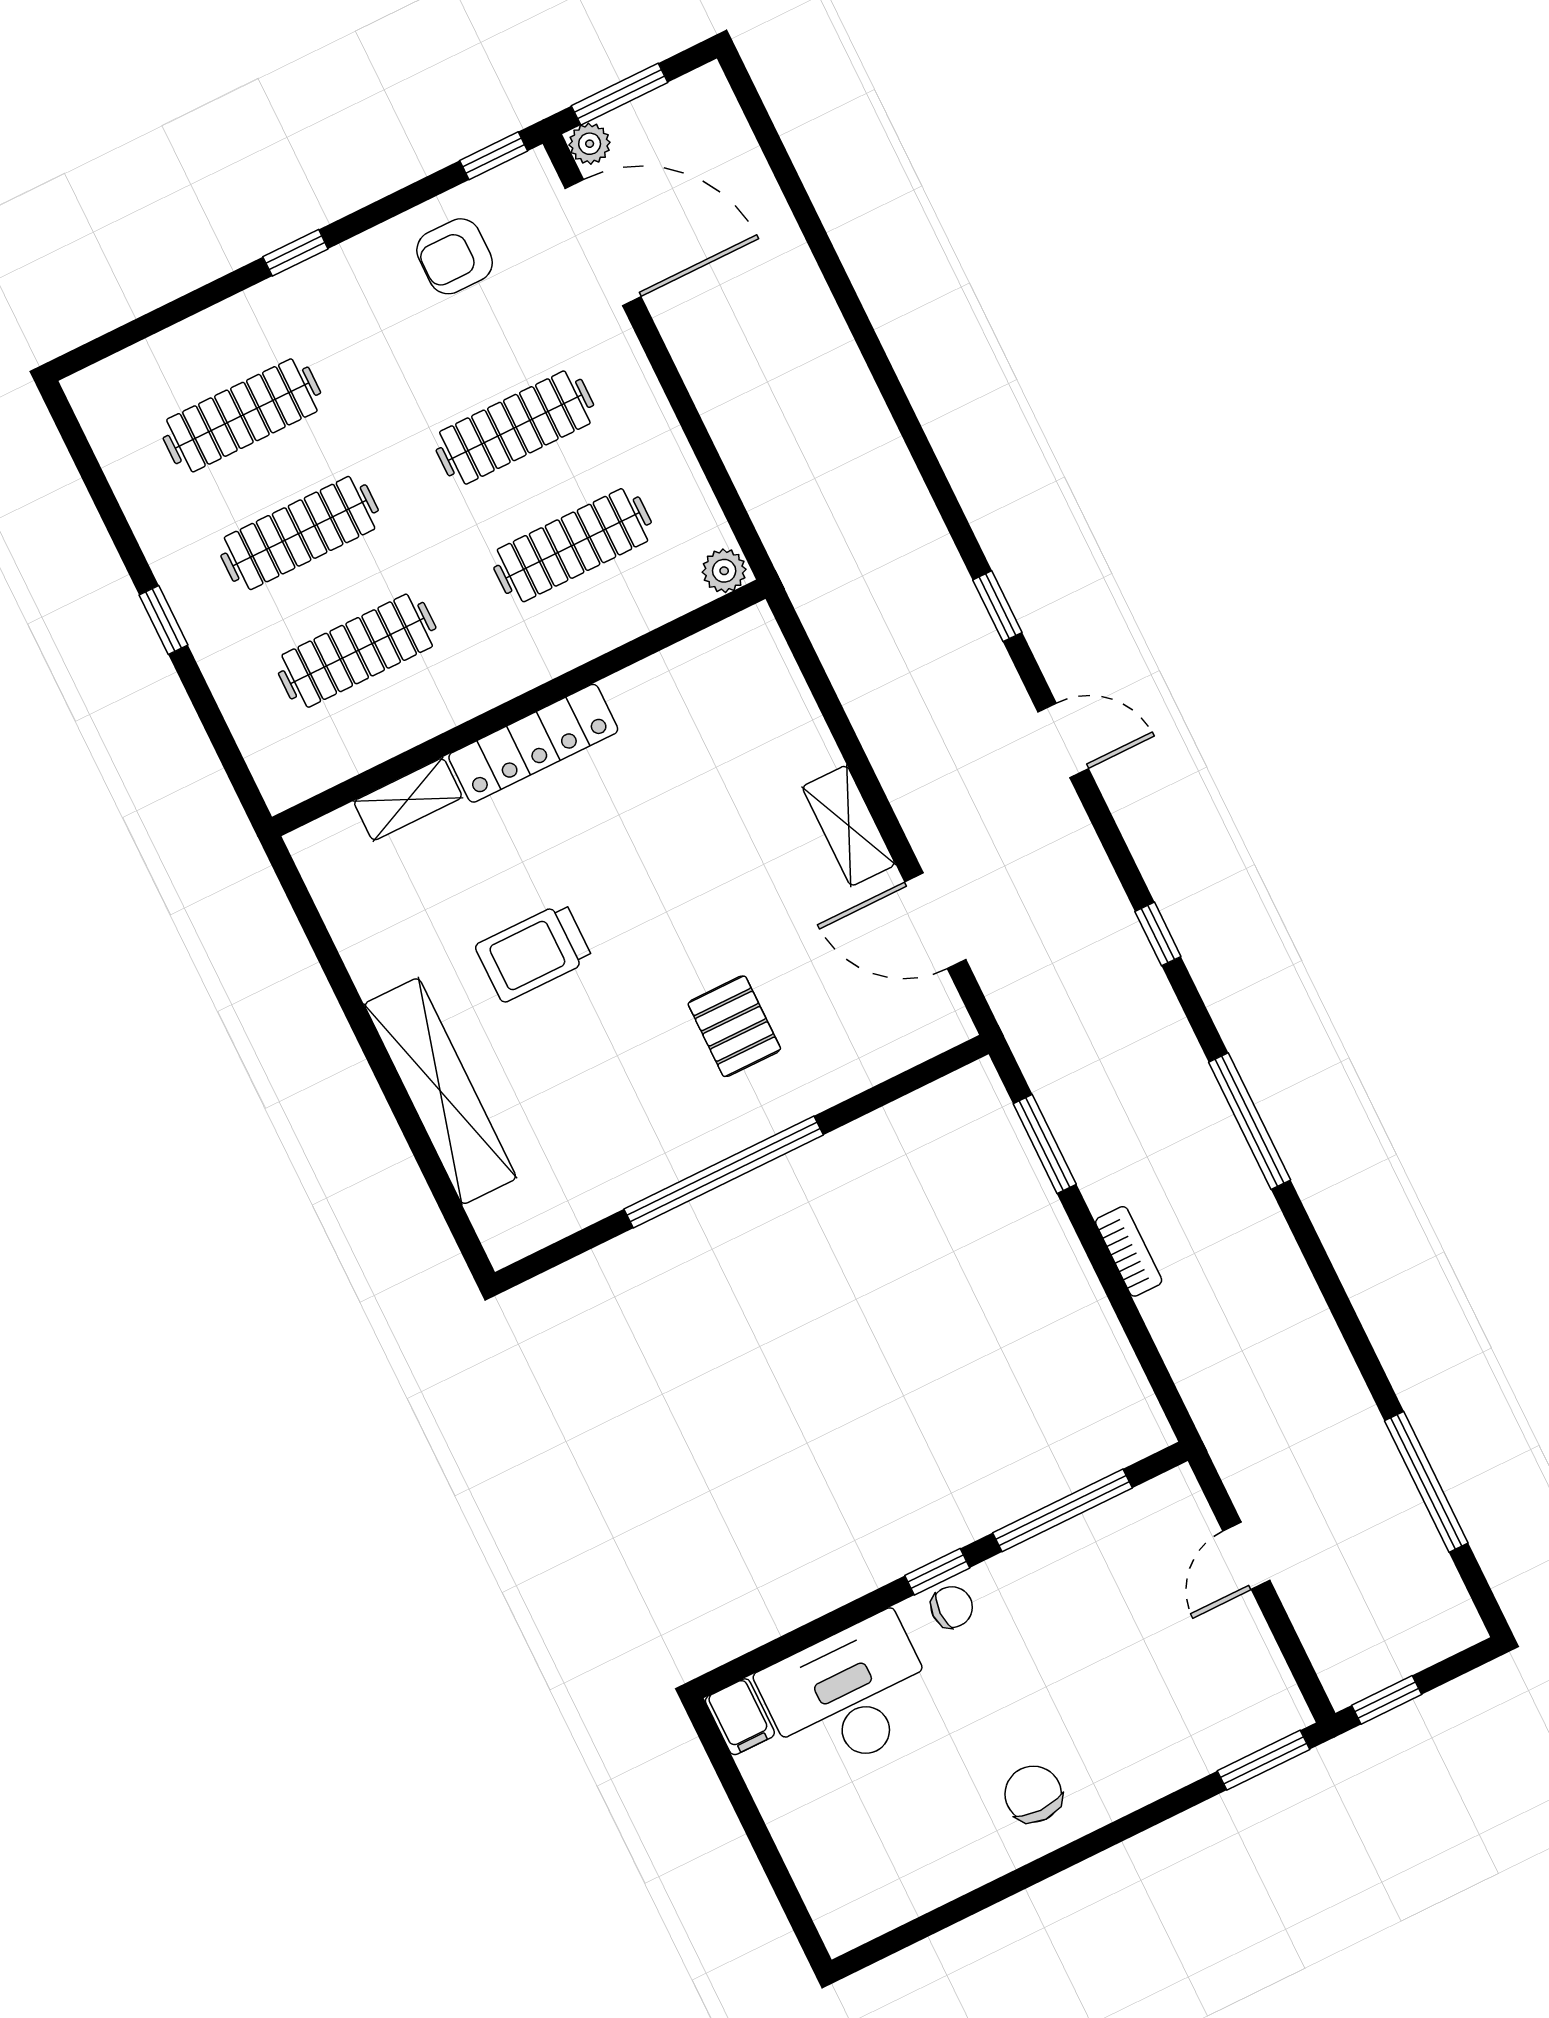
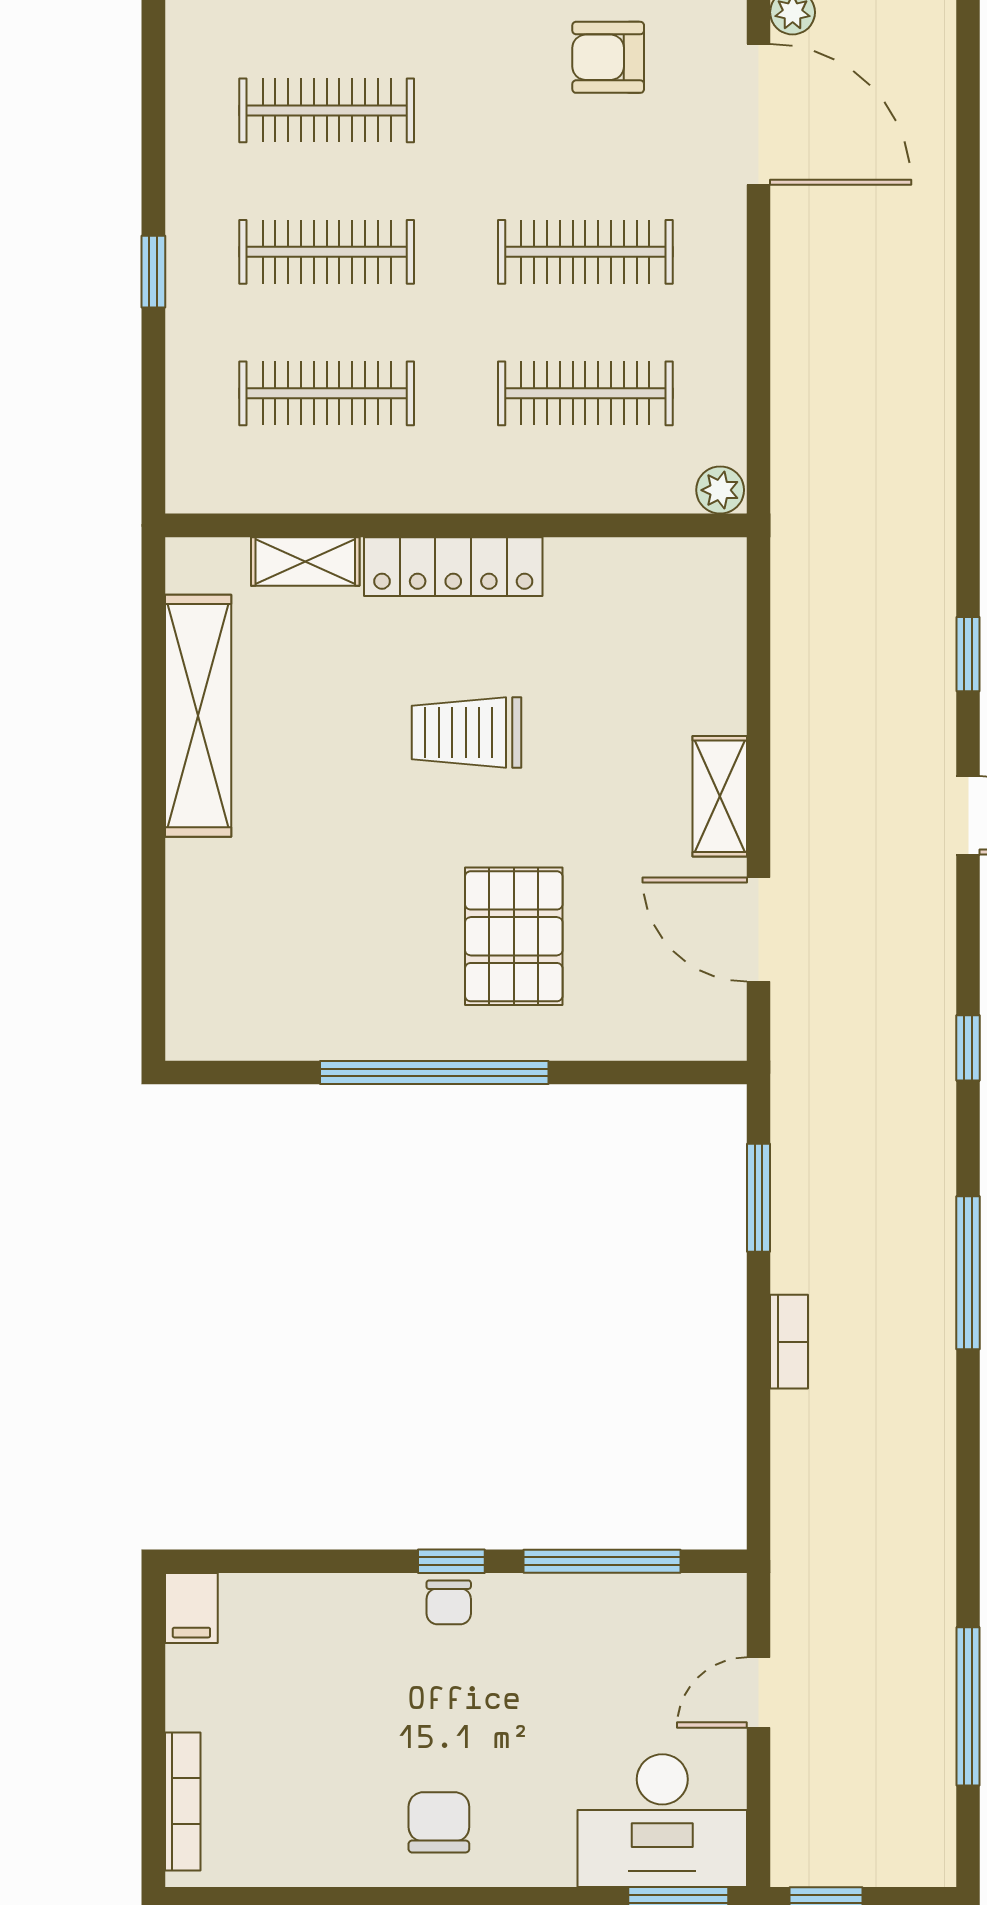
trolley: (534, 952) -> (467, 732), moved
pallet: (734, 1026) -> (514, 936), width x1.50, depth x1.42
shelving: (440, 1091) -> (198, 716), moved
chair: (952, 1607) -> (449, 1602), turned 90
desk: (849, 1696) -> (662, 1821), moved, turned 180
bookcase: (812, 1881) -> (183, 1801), added

